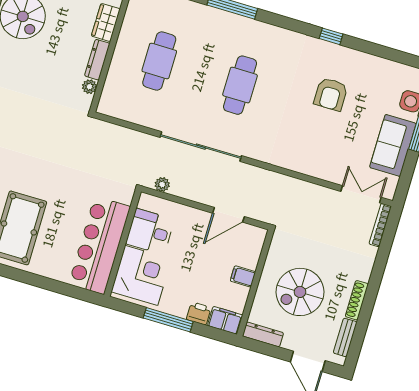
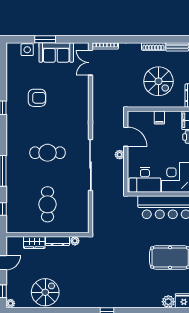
cafe table: (159, 61) -> (48, 204), turned 90
plant: (162, 184) -> (120, 155), moved
desk: (150, 231) -> (145, 180), width x1.37

